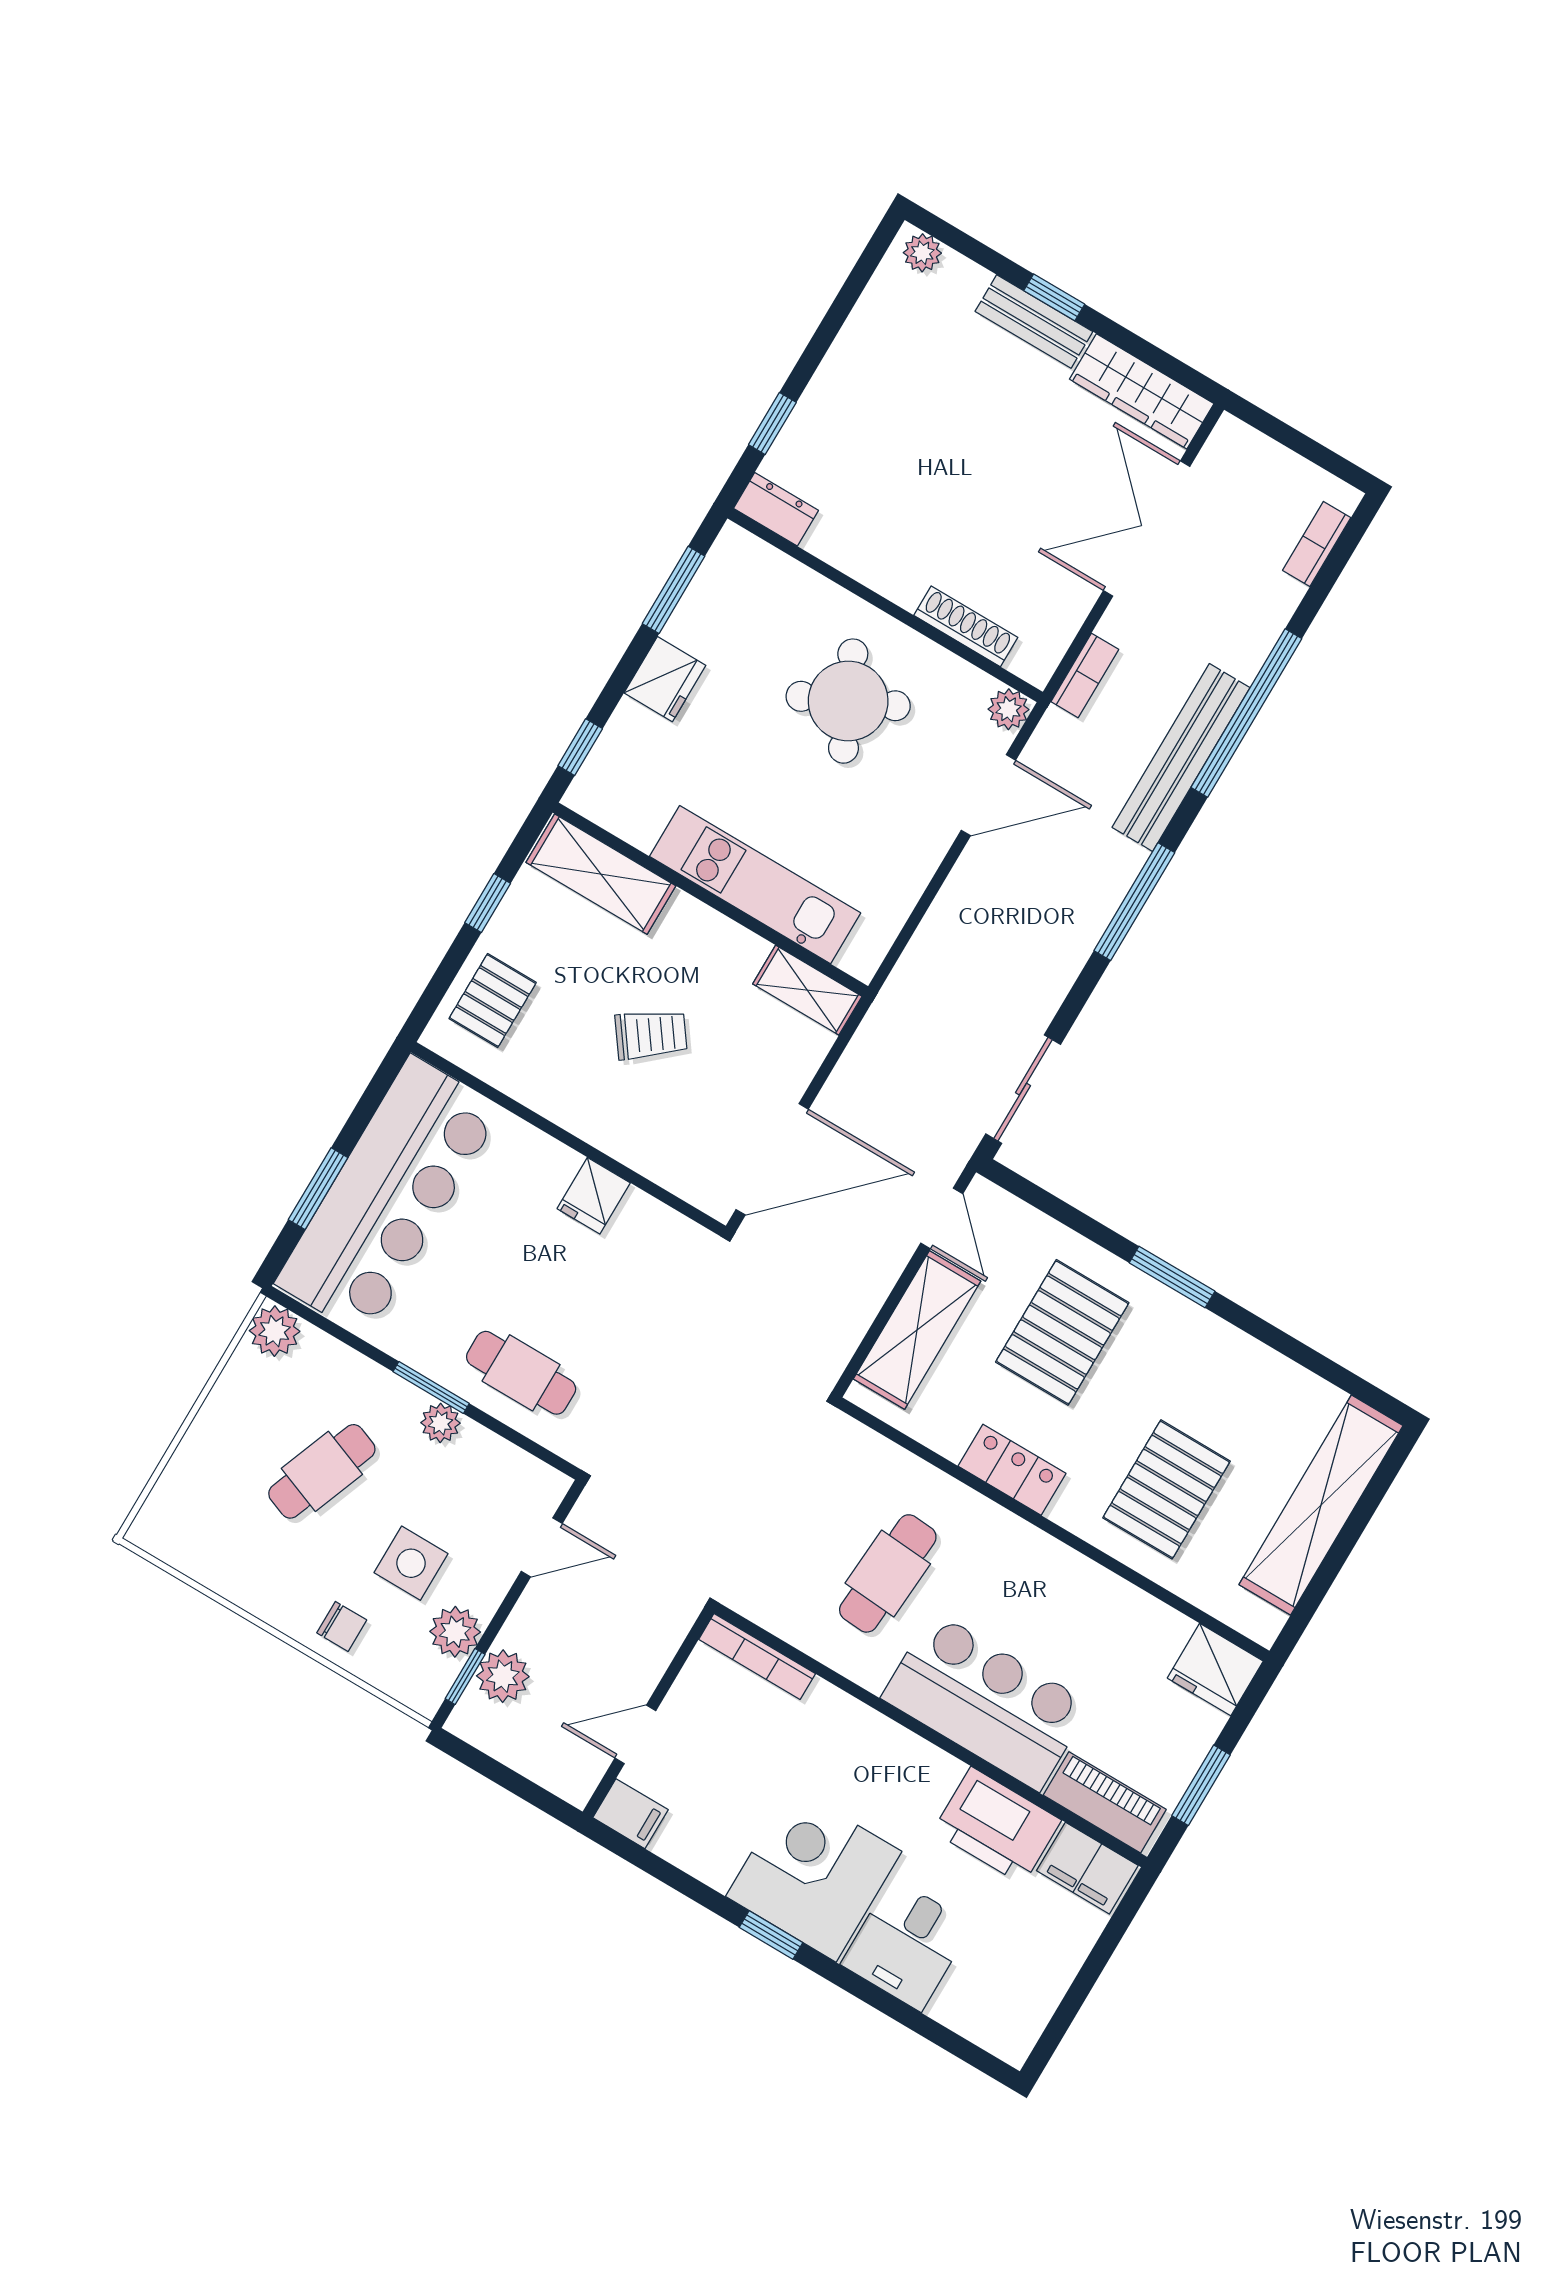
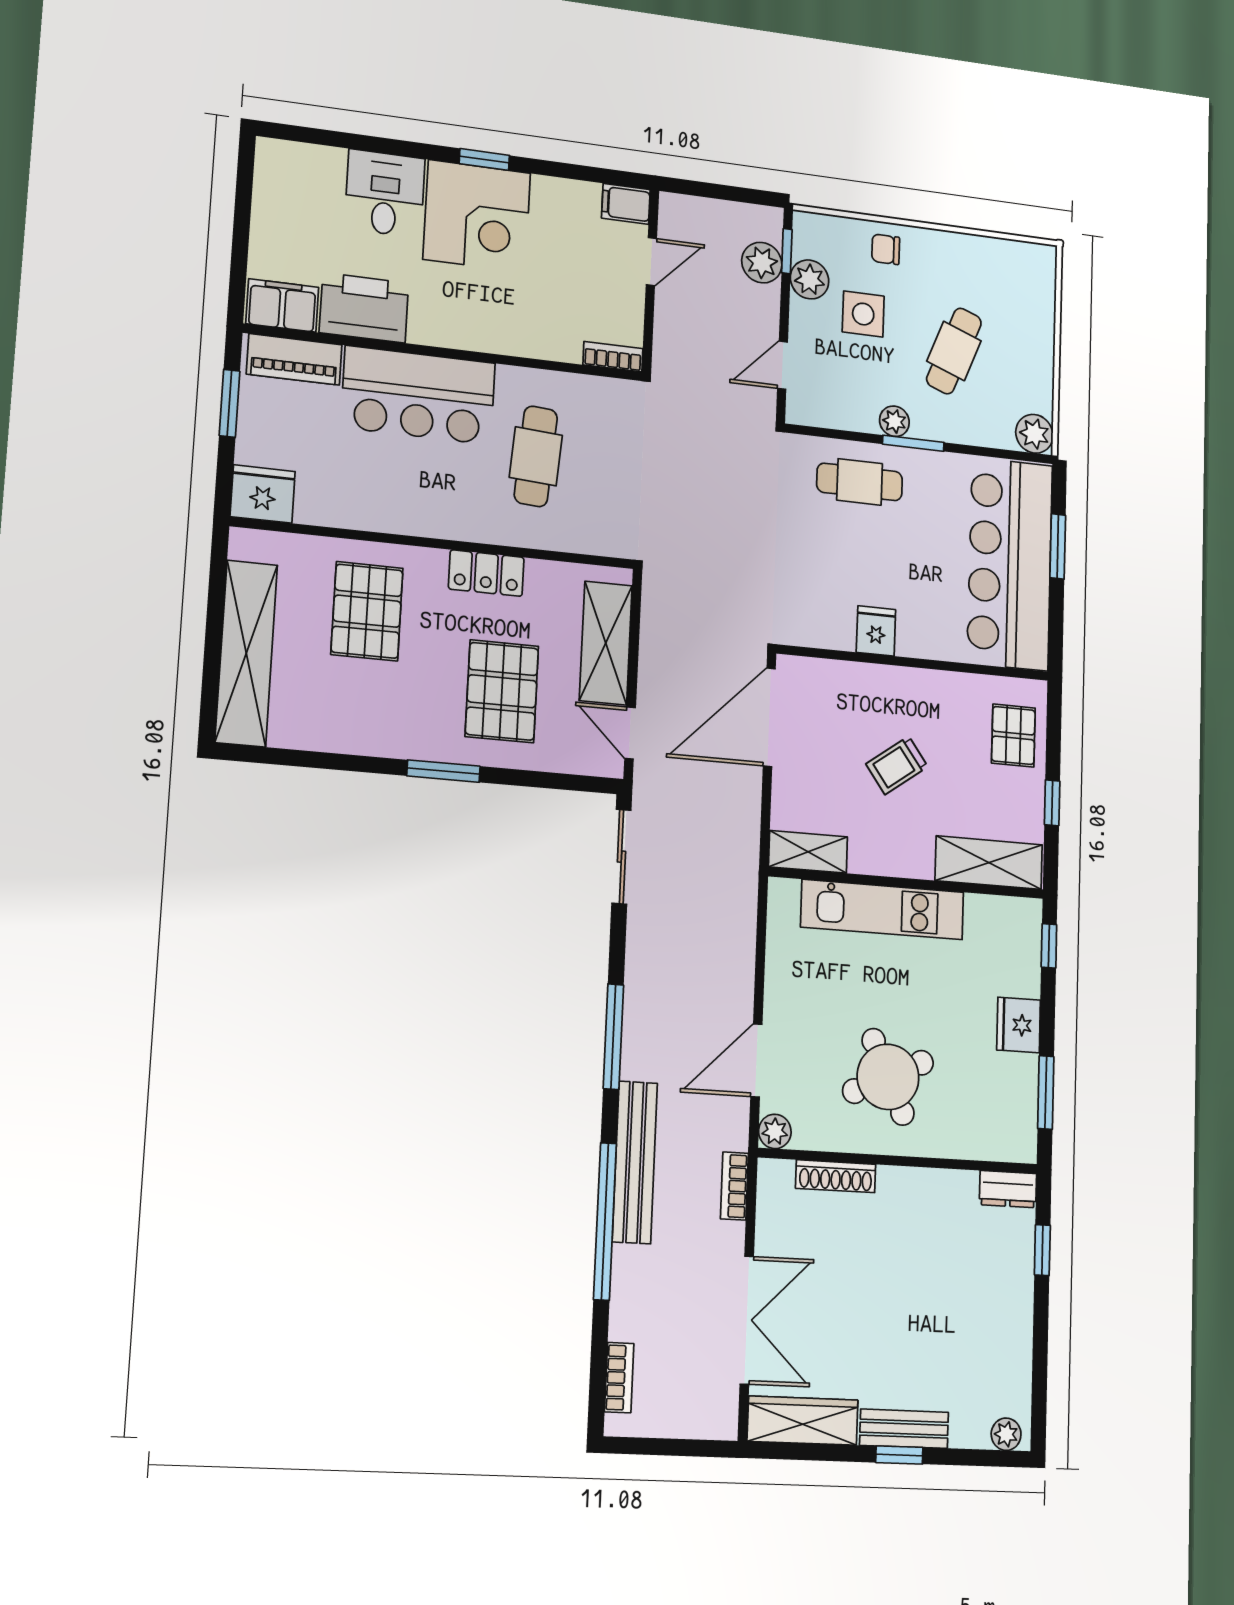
bookcase: (757, 1657) -> (613, 357), width x0.64

